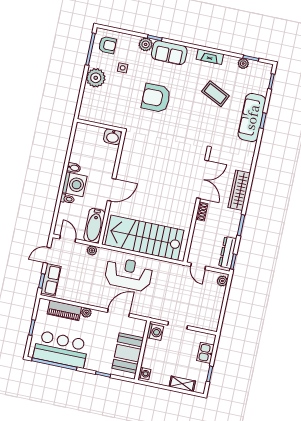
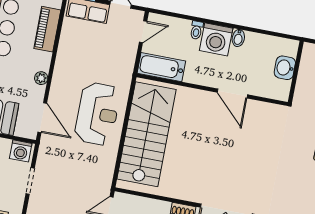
washbasin: (113, 137) -> (285, 68), moved
door: (112, 190) -> (232, 93), moved
plant: (92, 250) -> (128, 64), removed
plant: (86, 313) -> (41, 78), moved
door: (119, 313) -> (42, 118), moved

